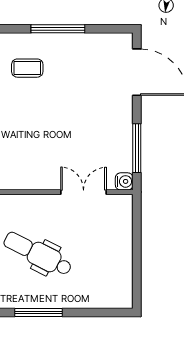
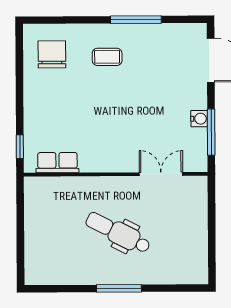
water cooler: (124, 181) -> (199, 119), moved

